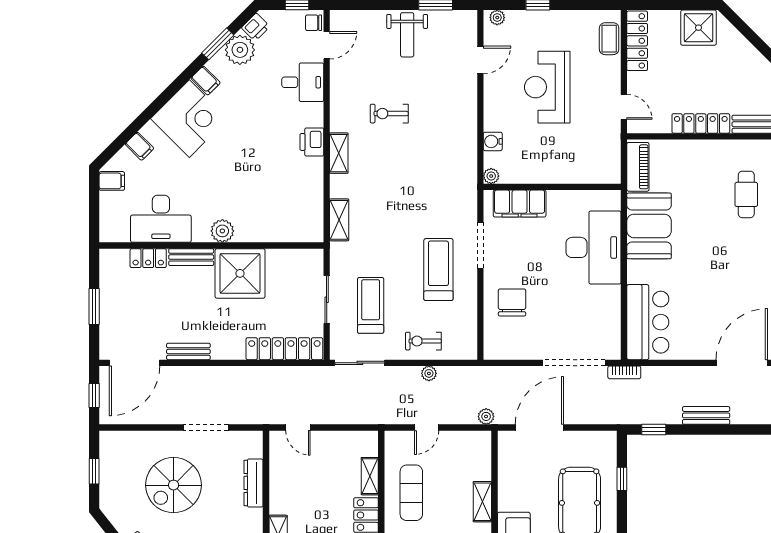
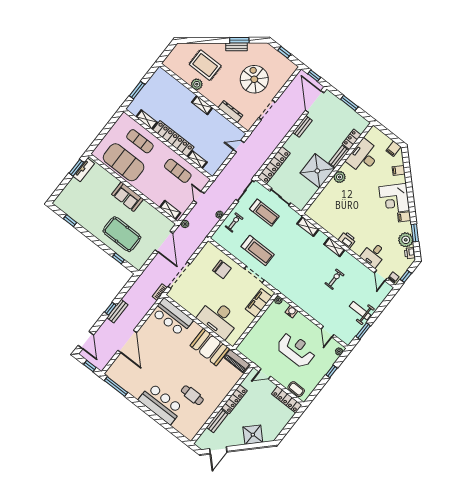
shower: (699, 28) -> (253, 435), moved, turned 45
window: (654, 430) -> (110, 309), moved
shelving: (482, 502) -> (170, 210), moved

